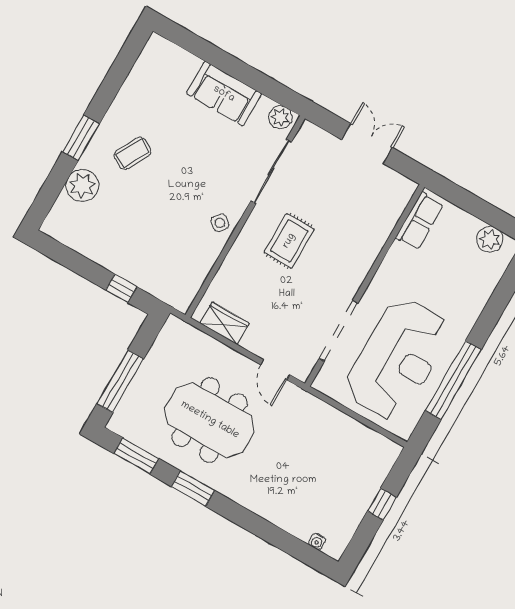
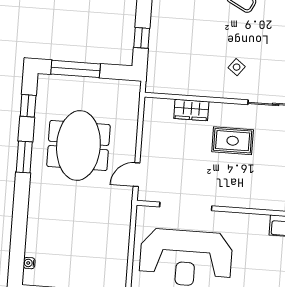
side table: (220, 223) -> (237, 67), moved
wardrobe: (225, 323) -> (191, 110), moved, turned 90
window: (136, 456) -> (28, 106), width x0.67

